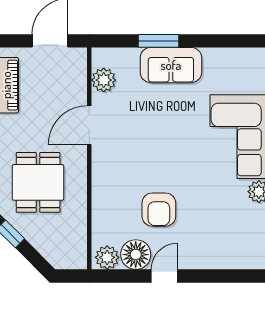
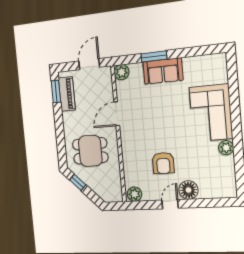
plant: (104, 80) -> (122, 72), moved
dining table: (38, 182) -> (90, 151), turned 90
floor lamp: (136, 255) -> (188, 190), moved

